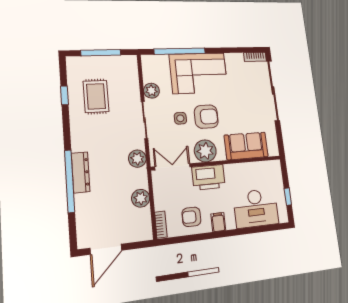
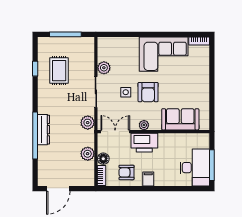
window: (180, 51) -> (131, 34), removed
corner sofa: (199, 73) -> (164, 54), moved
sliding door: (273, 91) -> (212, 72), removed
armchair: (206, 117) -> (148, 92), turned 90
plant: (205, 151) -> (144, 125), width x0.53, depth x0.53
window: (288, 197) -> (212, 165), width x2.17
floor lamp: (161, 203) -> (103, 159), added
desk: (256, 208) -> (195, 168), moved, turned -90

